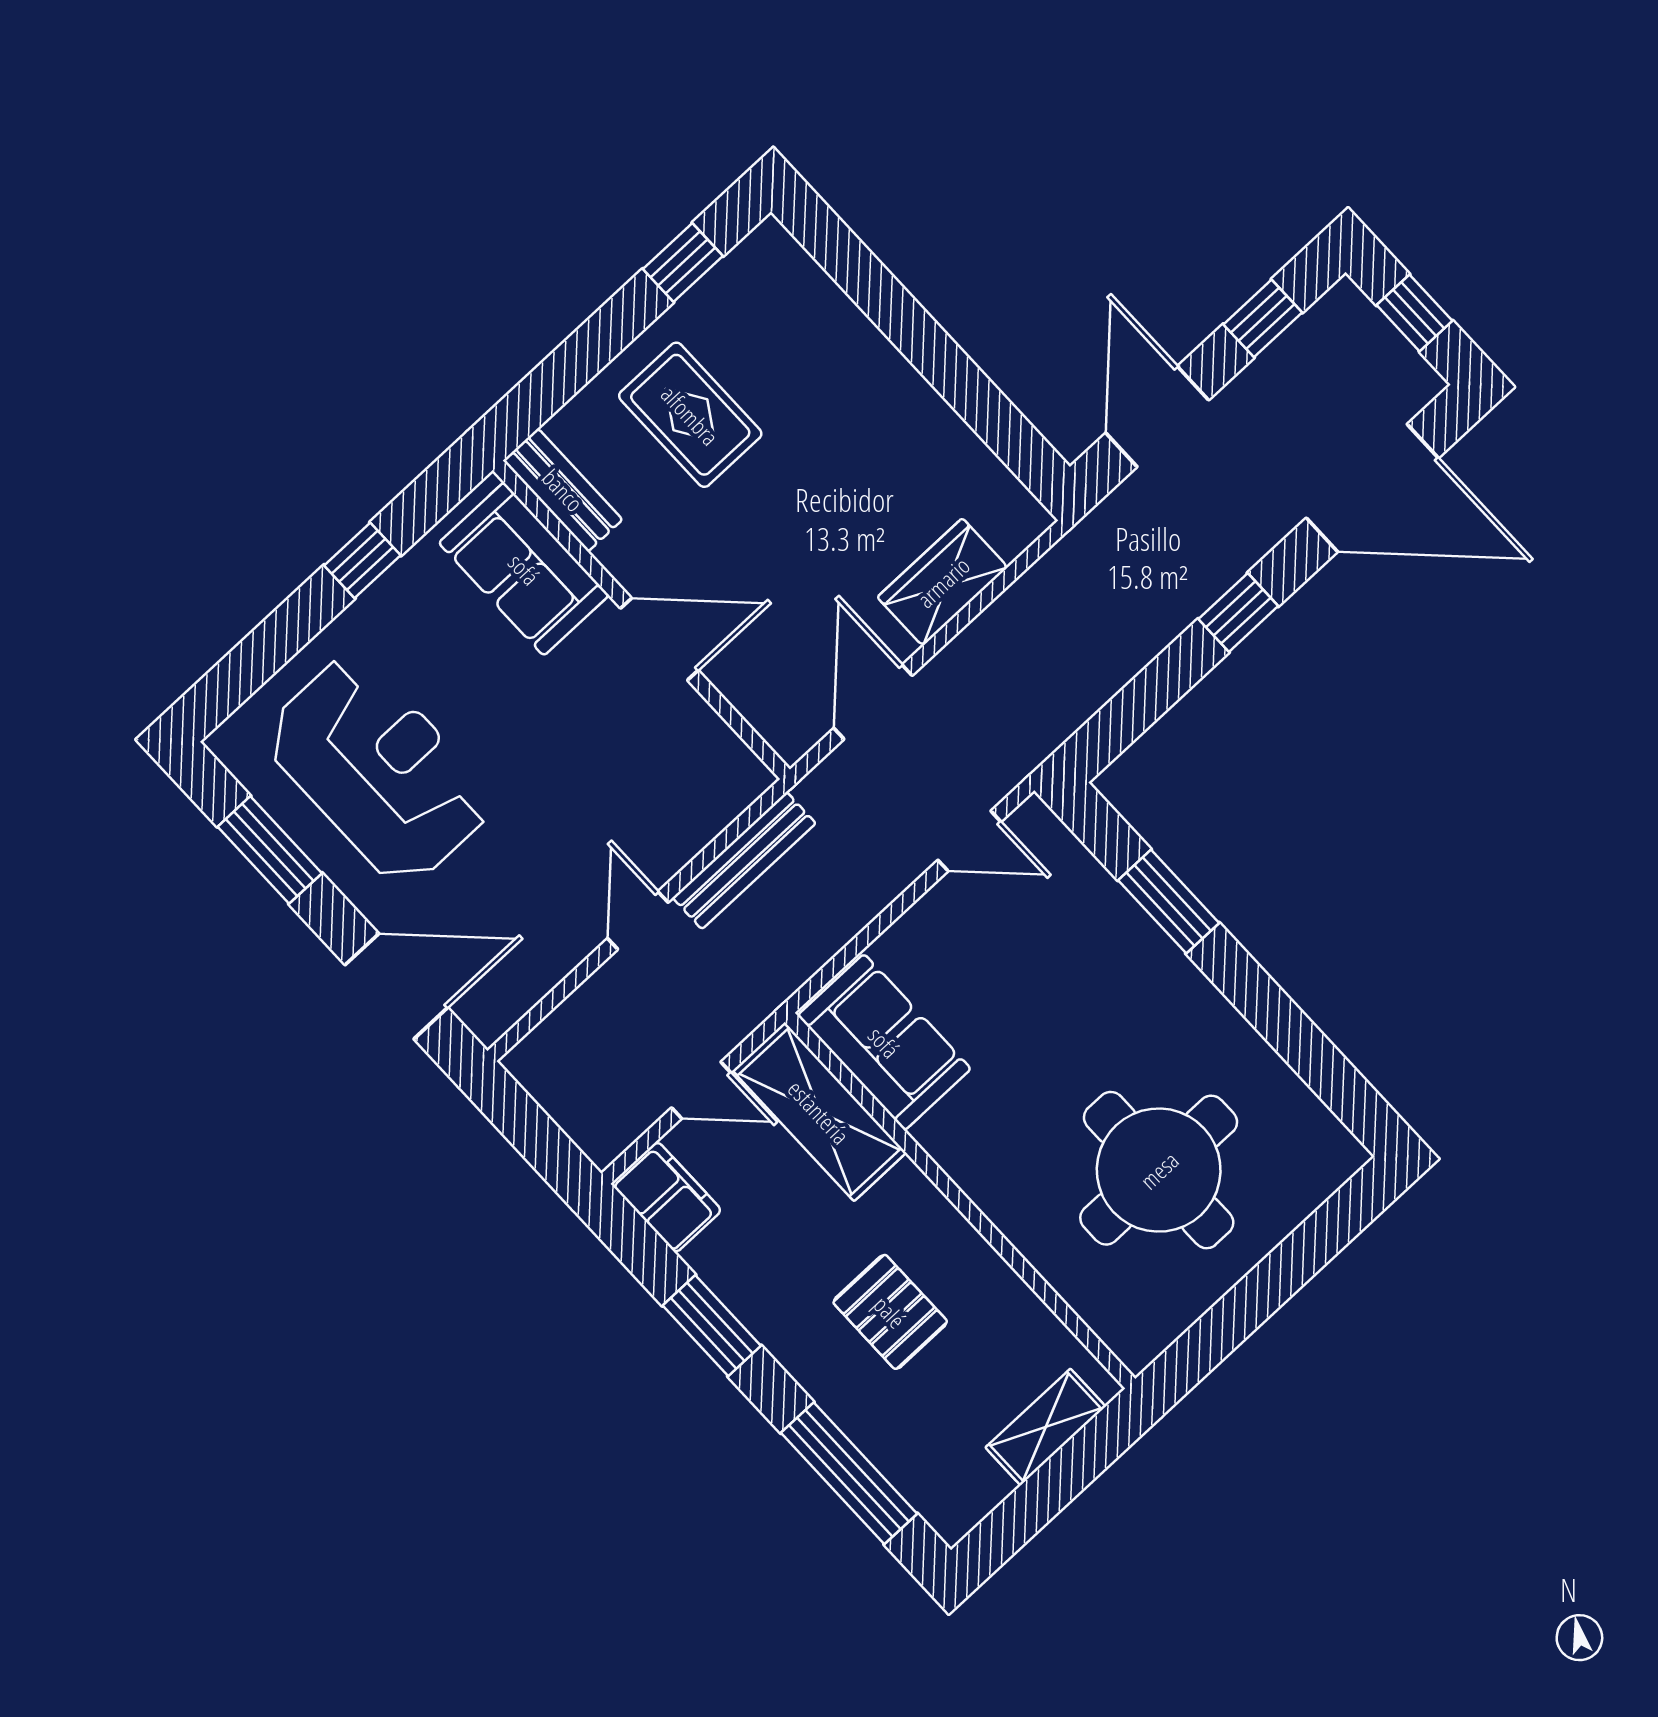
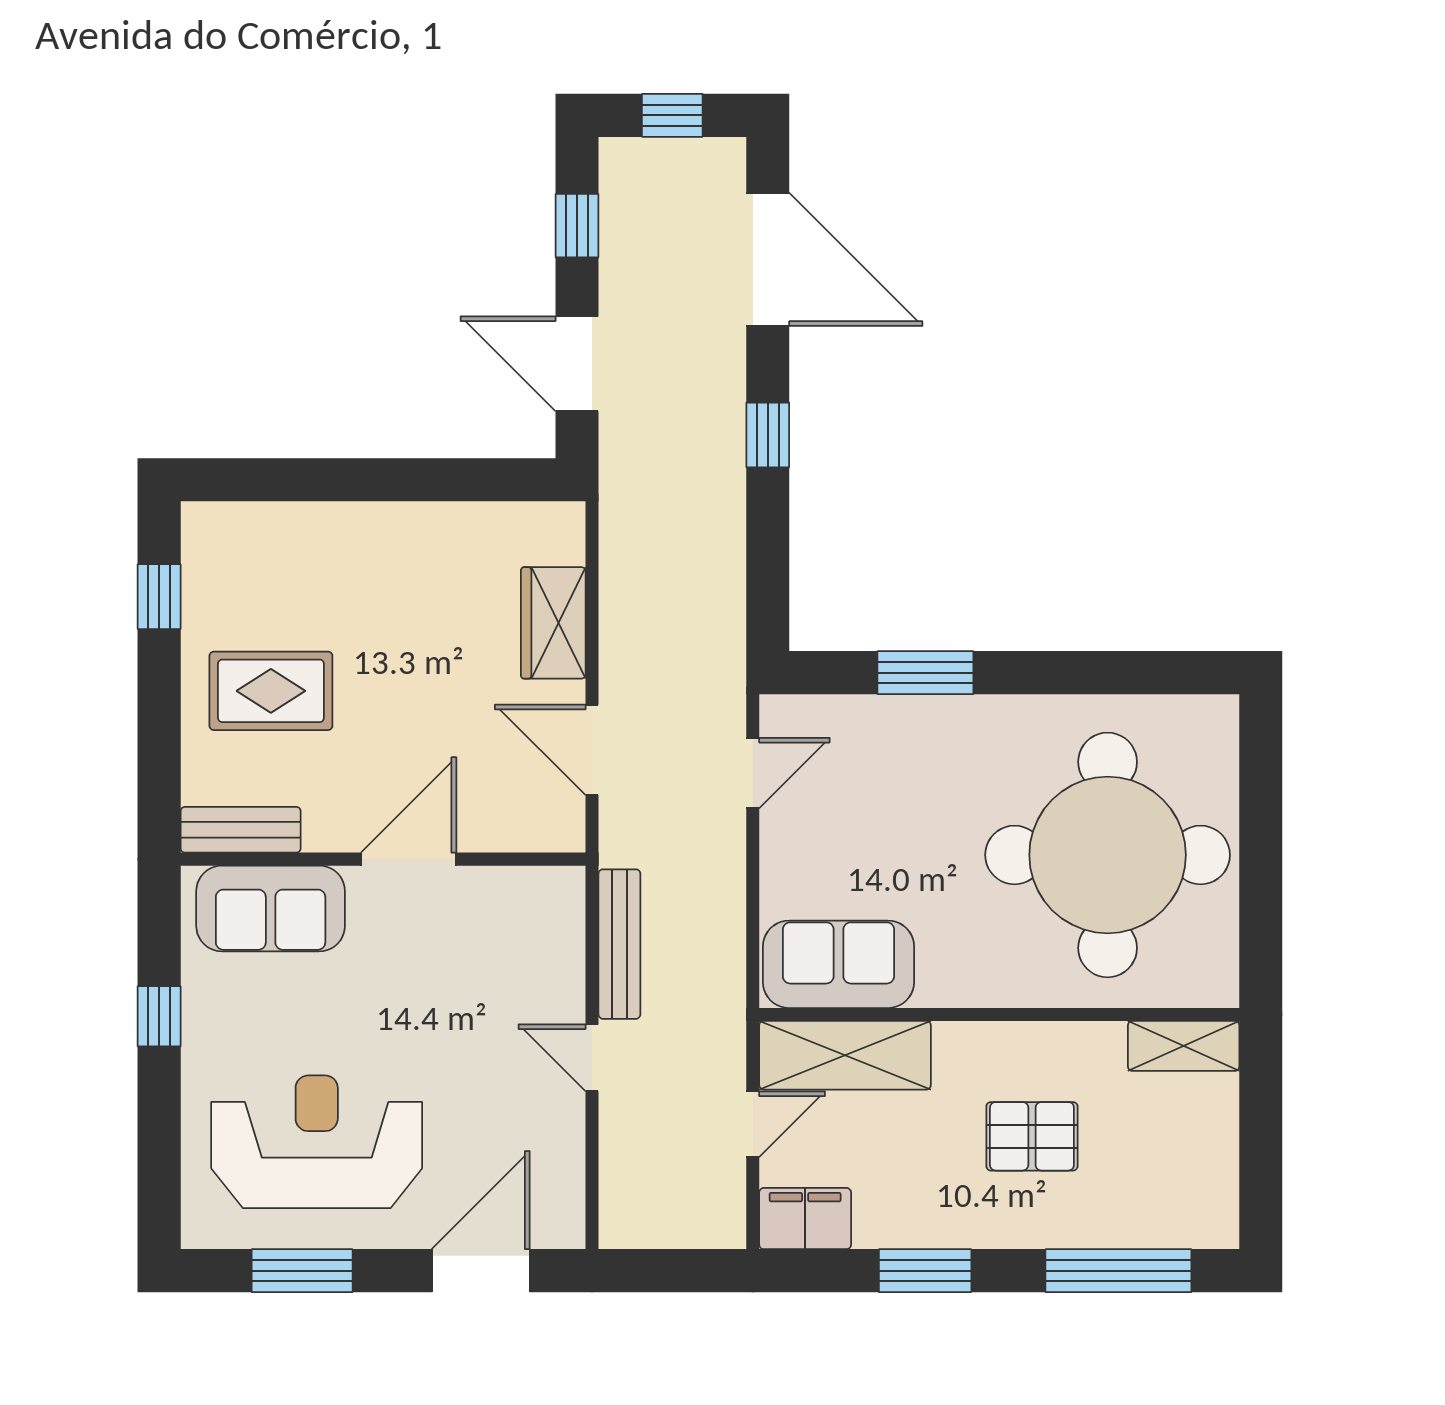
door: (1372, 488) -> (768, 259), hinge flipped
round table: (1159, 1170) -> (1108, 855), width x1.36, depth x1.36
shelving: (1046, 1427) -> (1184, 1046), moved, turned 90

